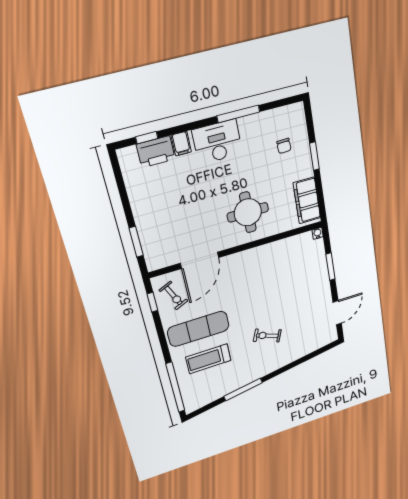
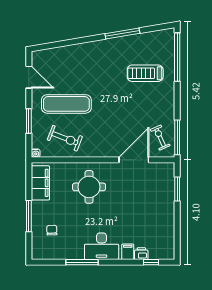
printer: (156, 152) -> (141, 254), width x0.53, depth x0.68
window: (314, 156) -> (29, 216), width x1.44
window: (152, 302) -> (177, 137), width x2.17
door: (337, 313) -> (29, 77), swing flipped
exercise mat: (198, 329) -> (66, 104), moved
exercise bike: (267, 336) -> (65, 138), moved, width x1.38, depth x1.39
treadmill: (208, 359) -> (145, 73), turned 180

